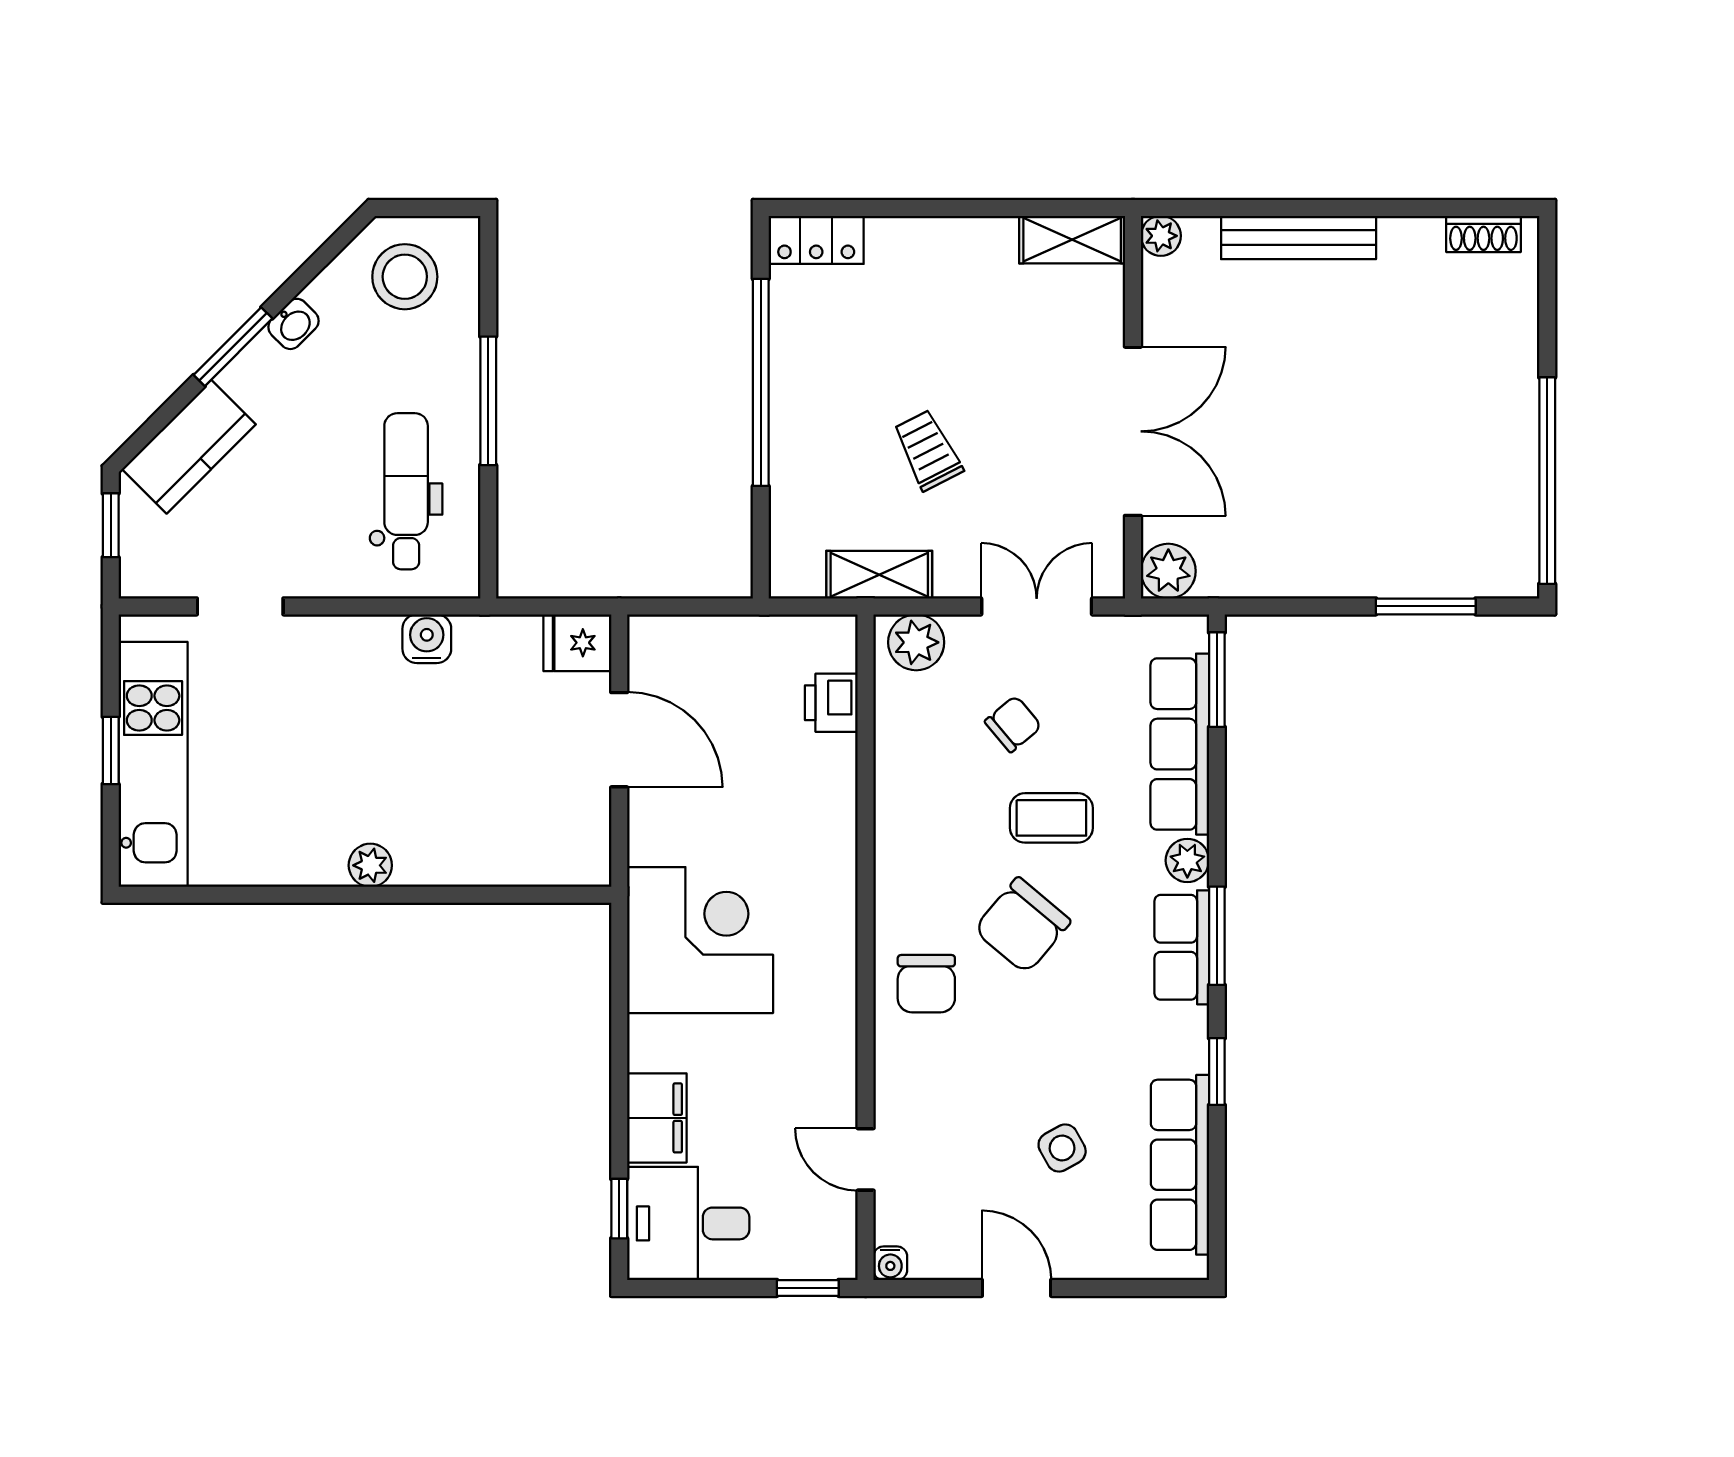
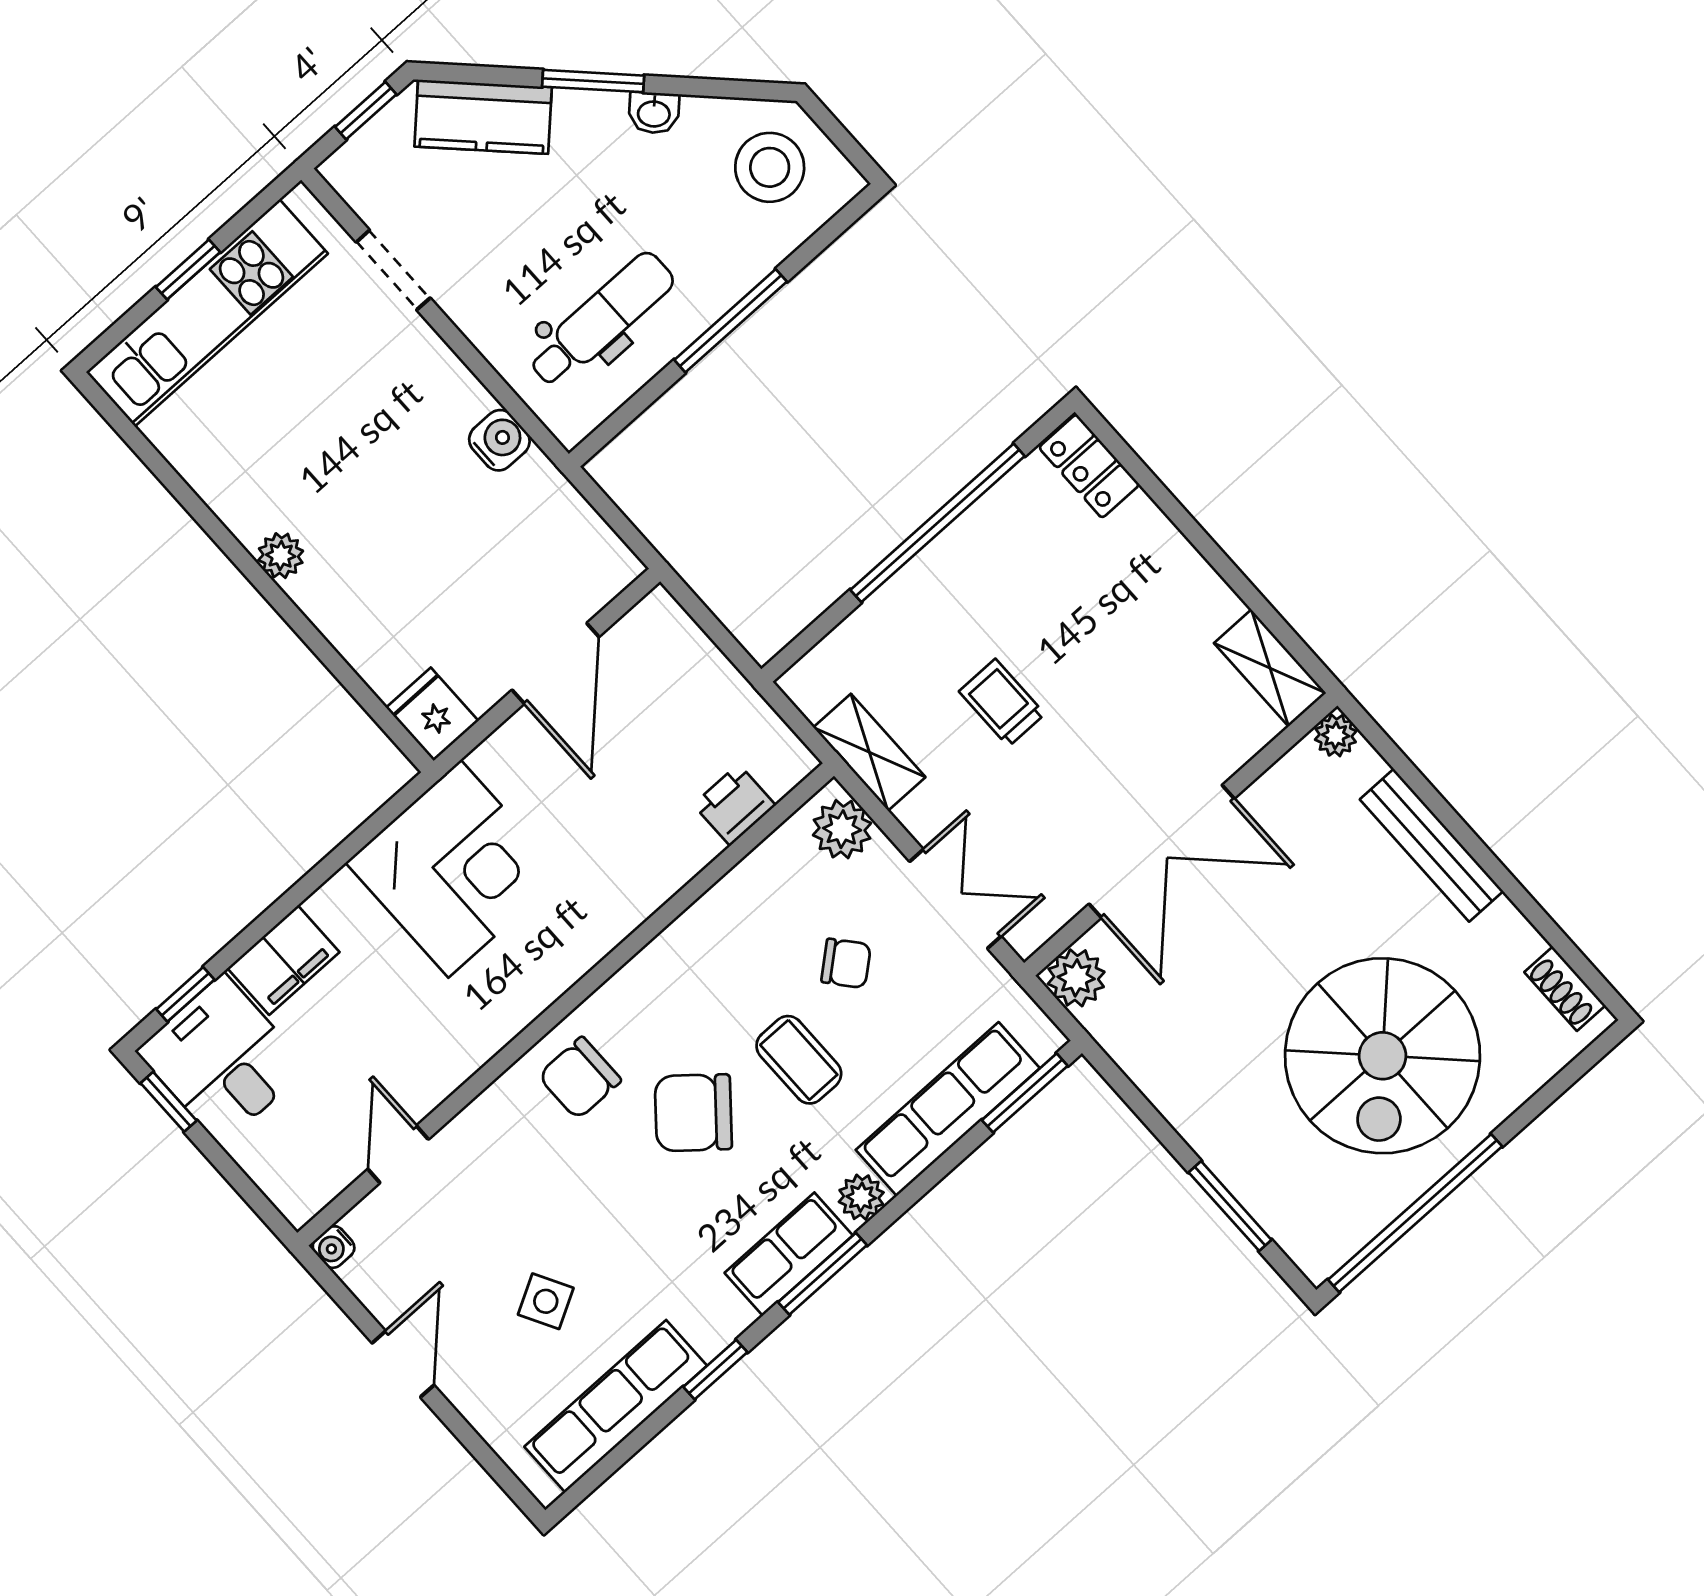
spiral stairs: (1416, 404) -> (1383, 1056), added
trolley: (928, 450) -> (1002, 703), turned -63
fridge: (577, 643) -> (432, 714), moved
window: (808, 1288) -> (169, 1102), moved

